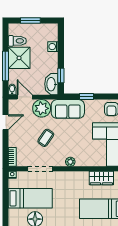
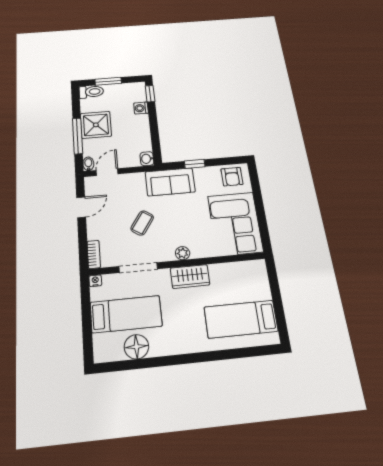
toilet: (17, 41) -> (91, 92), moved
window: (61, 76) -> (150, 94), moved
washbasin: (51, 84) -> (147, 159), width x0.52, depth x0.69
door: (25, 97) -> (107, 172), hinge flipped
plant: (42, 108) -> (132, 184), removed
wardrobe: (101, 178) -> (190, 276), moved

